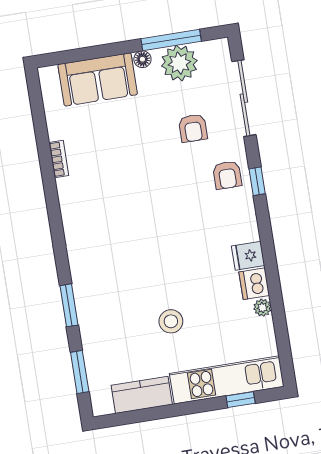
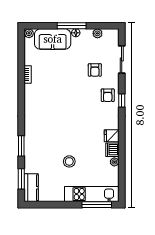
window: (171, 40) -> (72, 26), moved
plant: (179, 63) -> (97, 33), width x0.53, depth x0.53
plant: (48, 75) -> (29, 33), added
sliding door: (244, 98) -> (122, 59), width x0.73
kitchen counter: (142, 395) -> (31, 188), moved, turned 90
window: (241, 400) -> (97, 205), width x2.17

